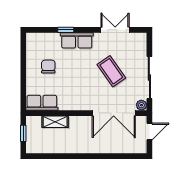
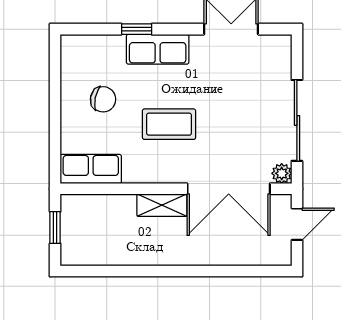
chair: (48, 67) -> (103, 99), turned 101
coffee table: (111, 71) -> (169, 124), moved, turned -55
shelving: (55, 122) -> (162, 205), moved

